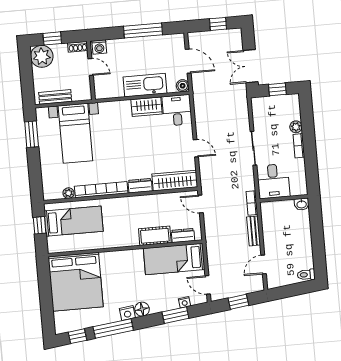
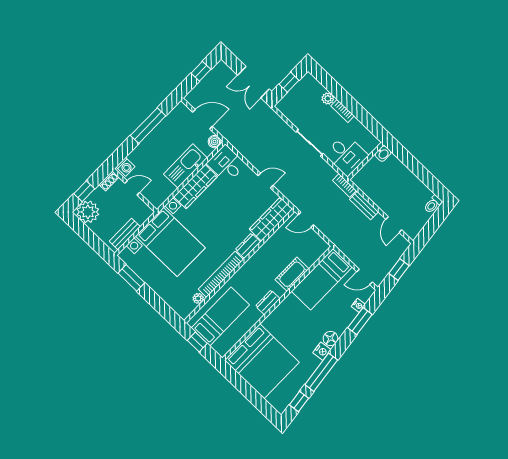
wardrobe: (147, 107) -> (196, 187), width x1.50
bed with nightstands: (75, 133) -> (170, 242), width x1.36
dresser: (183, 236) -> (268, 302), moved

